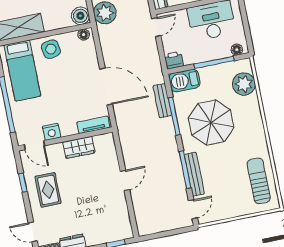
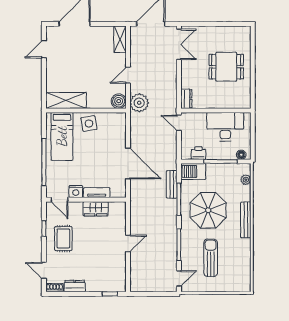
door: (156, 27) -> (179, 123), swing flipped
floor lamp: (84, 35) -> (118, 117), removed
printer: (174, 60) -> (199, 153), moved
plant: (244, 84) -> (246, 180), width x0.53, depth x0.53
tv unit: (93, 125) -> (97, 193), moved
bench: (194, 174) -> (246, 220), moved
sun lounger: (259, 181) -> (211, 258), moved

